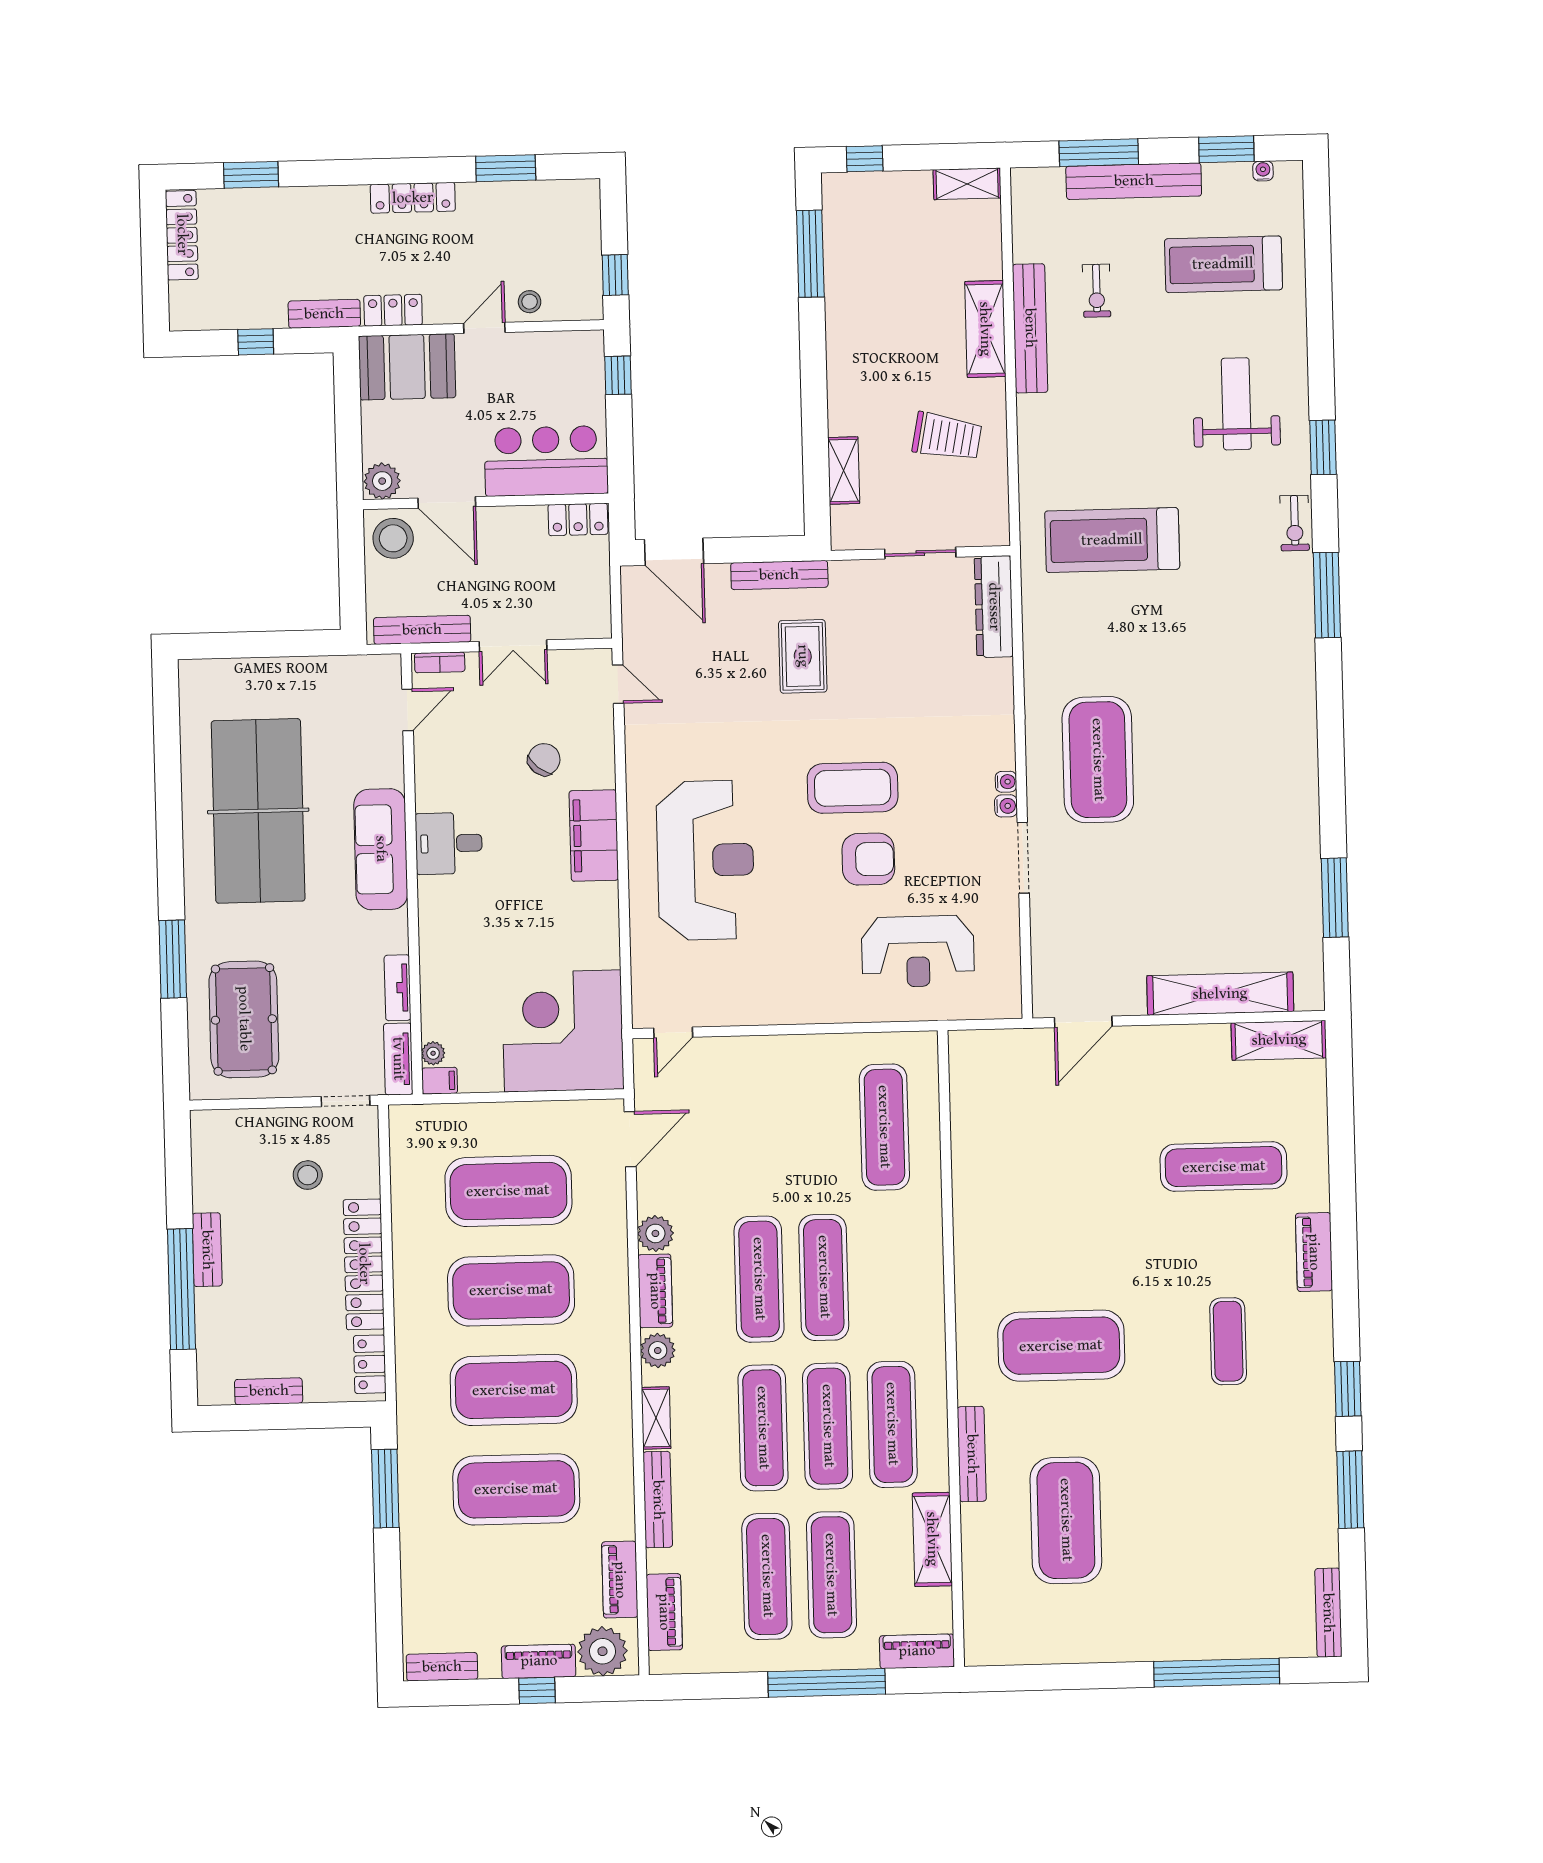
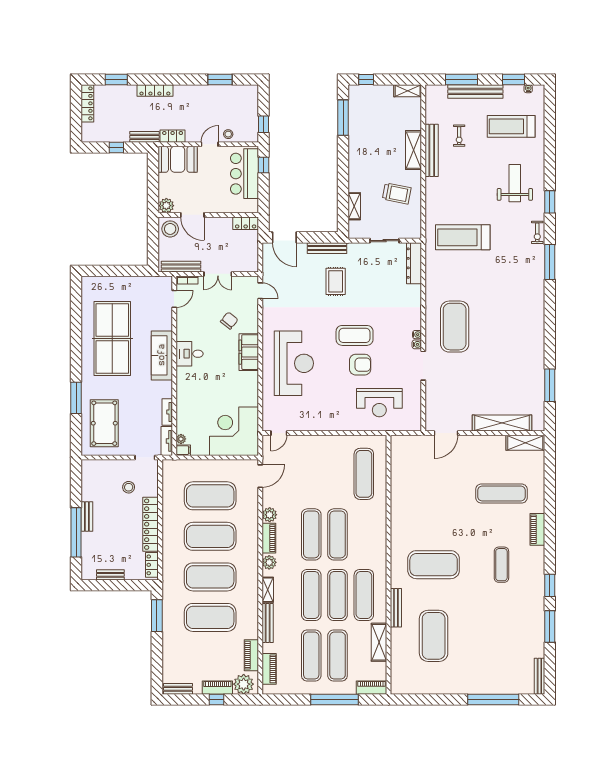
locker: (413, 198) -> (155, 91), moved
bar counter: (546, 461) -> (244, 174), moved, turned -90

